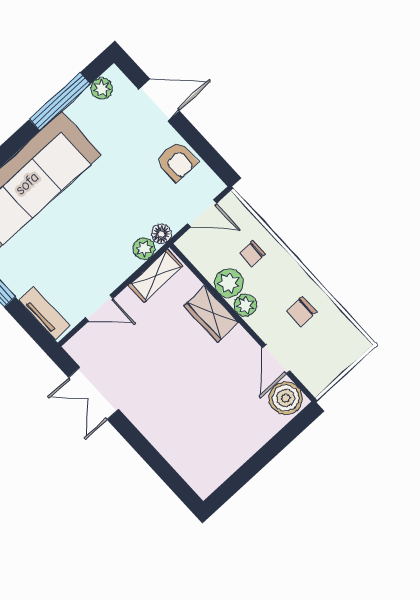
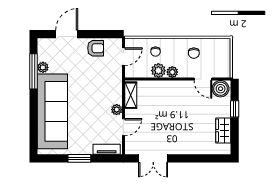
plant: (102, 89) -> (43, 67), moved
floor lamp: (161, 234) -> (117, 79), removed
plant: (144, 249) -> (117, 110), moved
wardrobe: (211, 314) -> (223, 131), moved, turned 90
window: (275, 446) -> (235, 109), added

